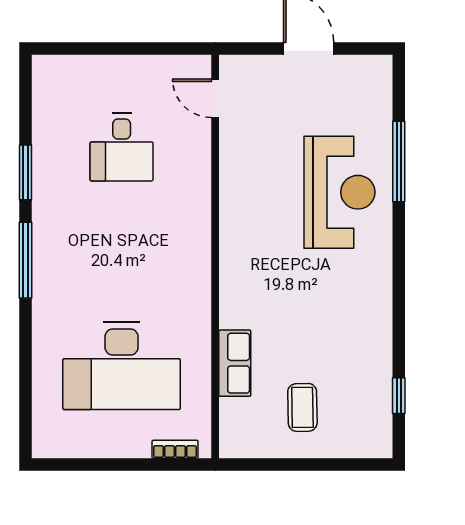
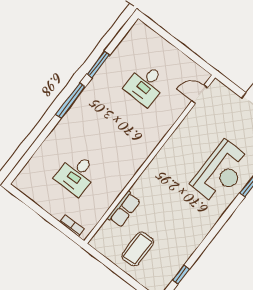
door: (215, 98) -> (200, 94), hinge flipped
desk: (122, 366) -> (77, 174), width x0.53, depth x0.77
coffee table: (302, 407) -> (138, 249), width x1.36, depth x1.30

